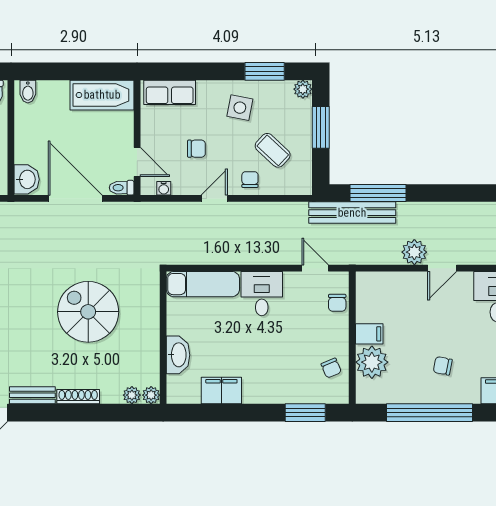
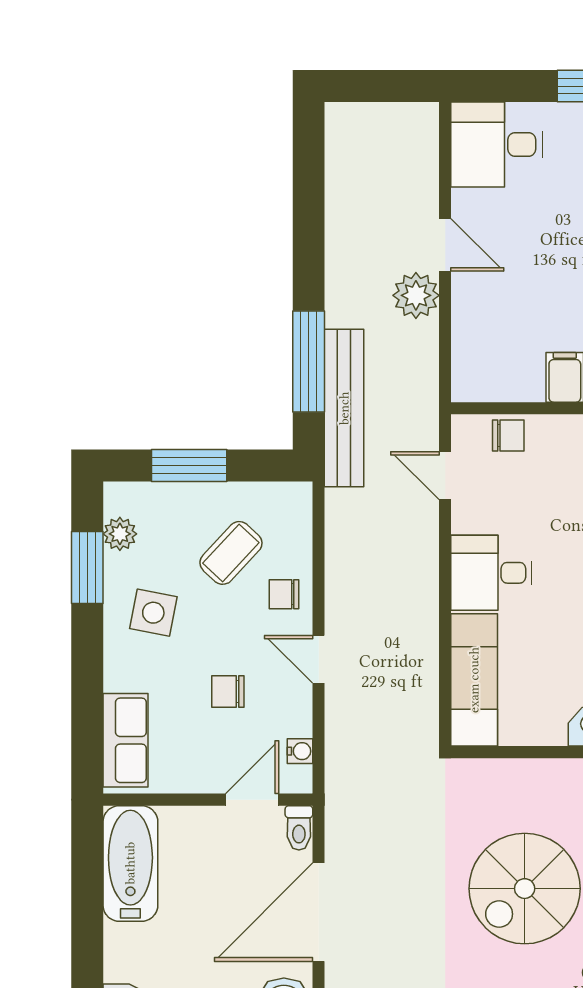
plant: (303, 89) -> (120, 534), moved
chair: (196, 149) -> (228, 692), turned -90
door: (315, 268) -> (445, 476), hinge flipped

